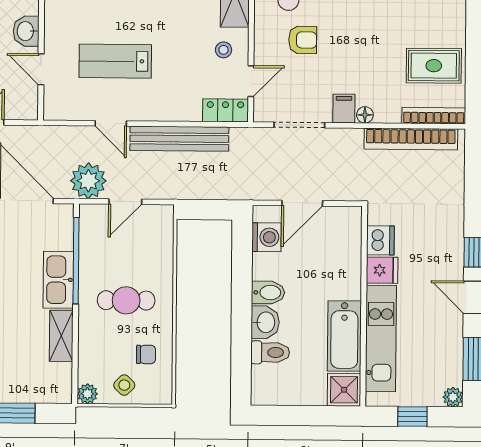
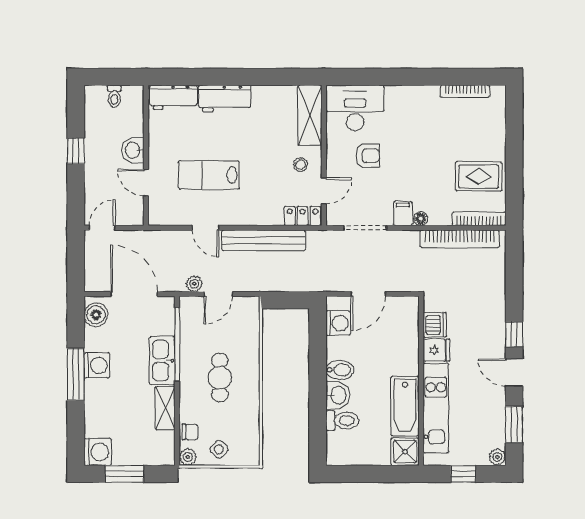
plant: (88, 181) -> (194, 284), width x0.53, depth x0.53
cafe table: (126, 300) -> (220, 378), turned 90
chair: (146, 354) -> (190, 432), moved

